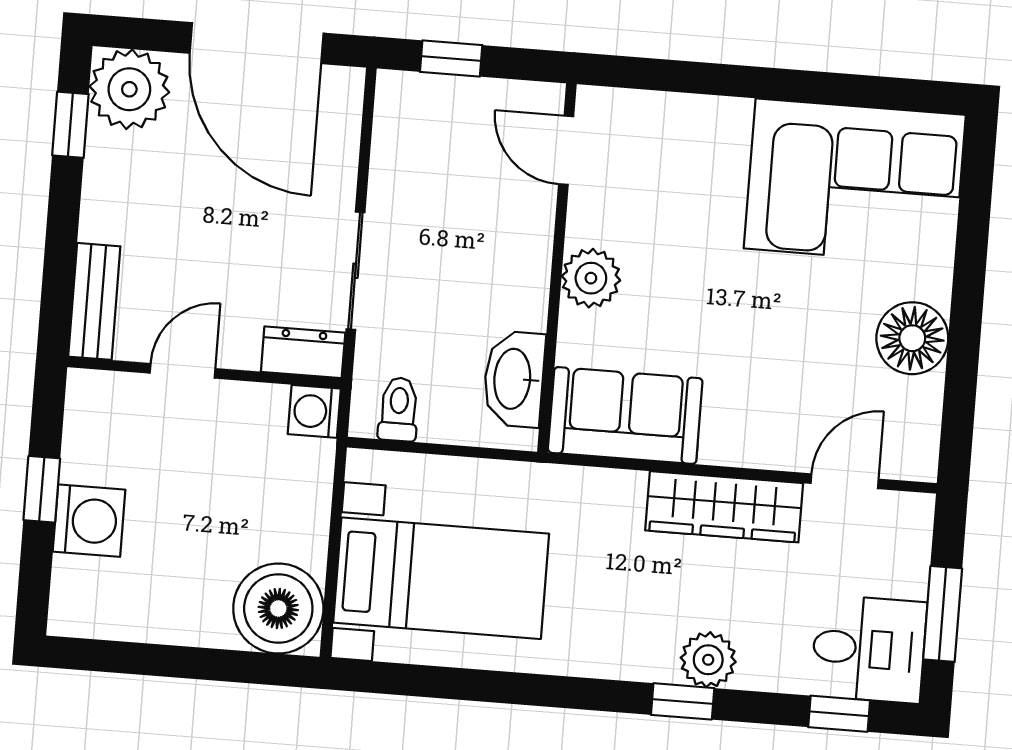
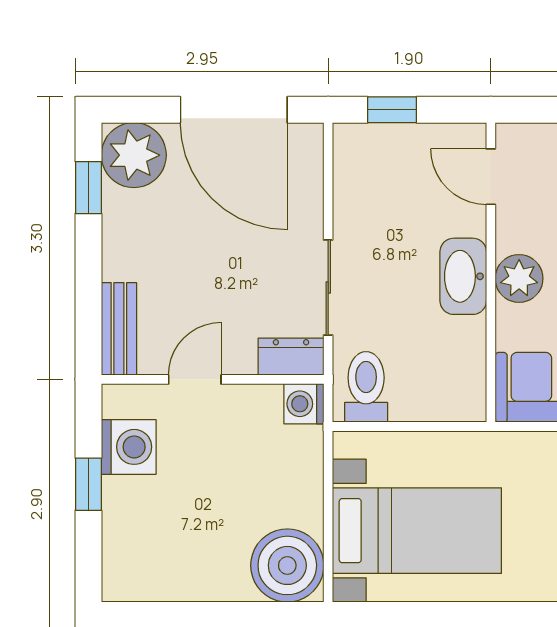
washbasin: (514, 379) -> (463, 276), moved
toilet: (399, 409) -> (366, 387), width x1.37, depth x1.39
washing machine: (89, 521) -> (129, 447), moved

